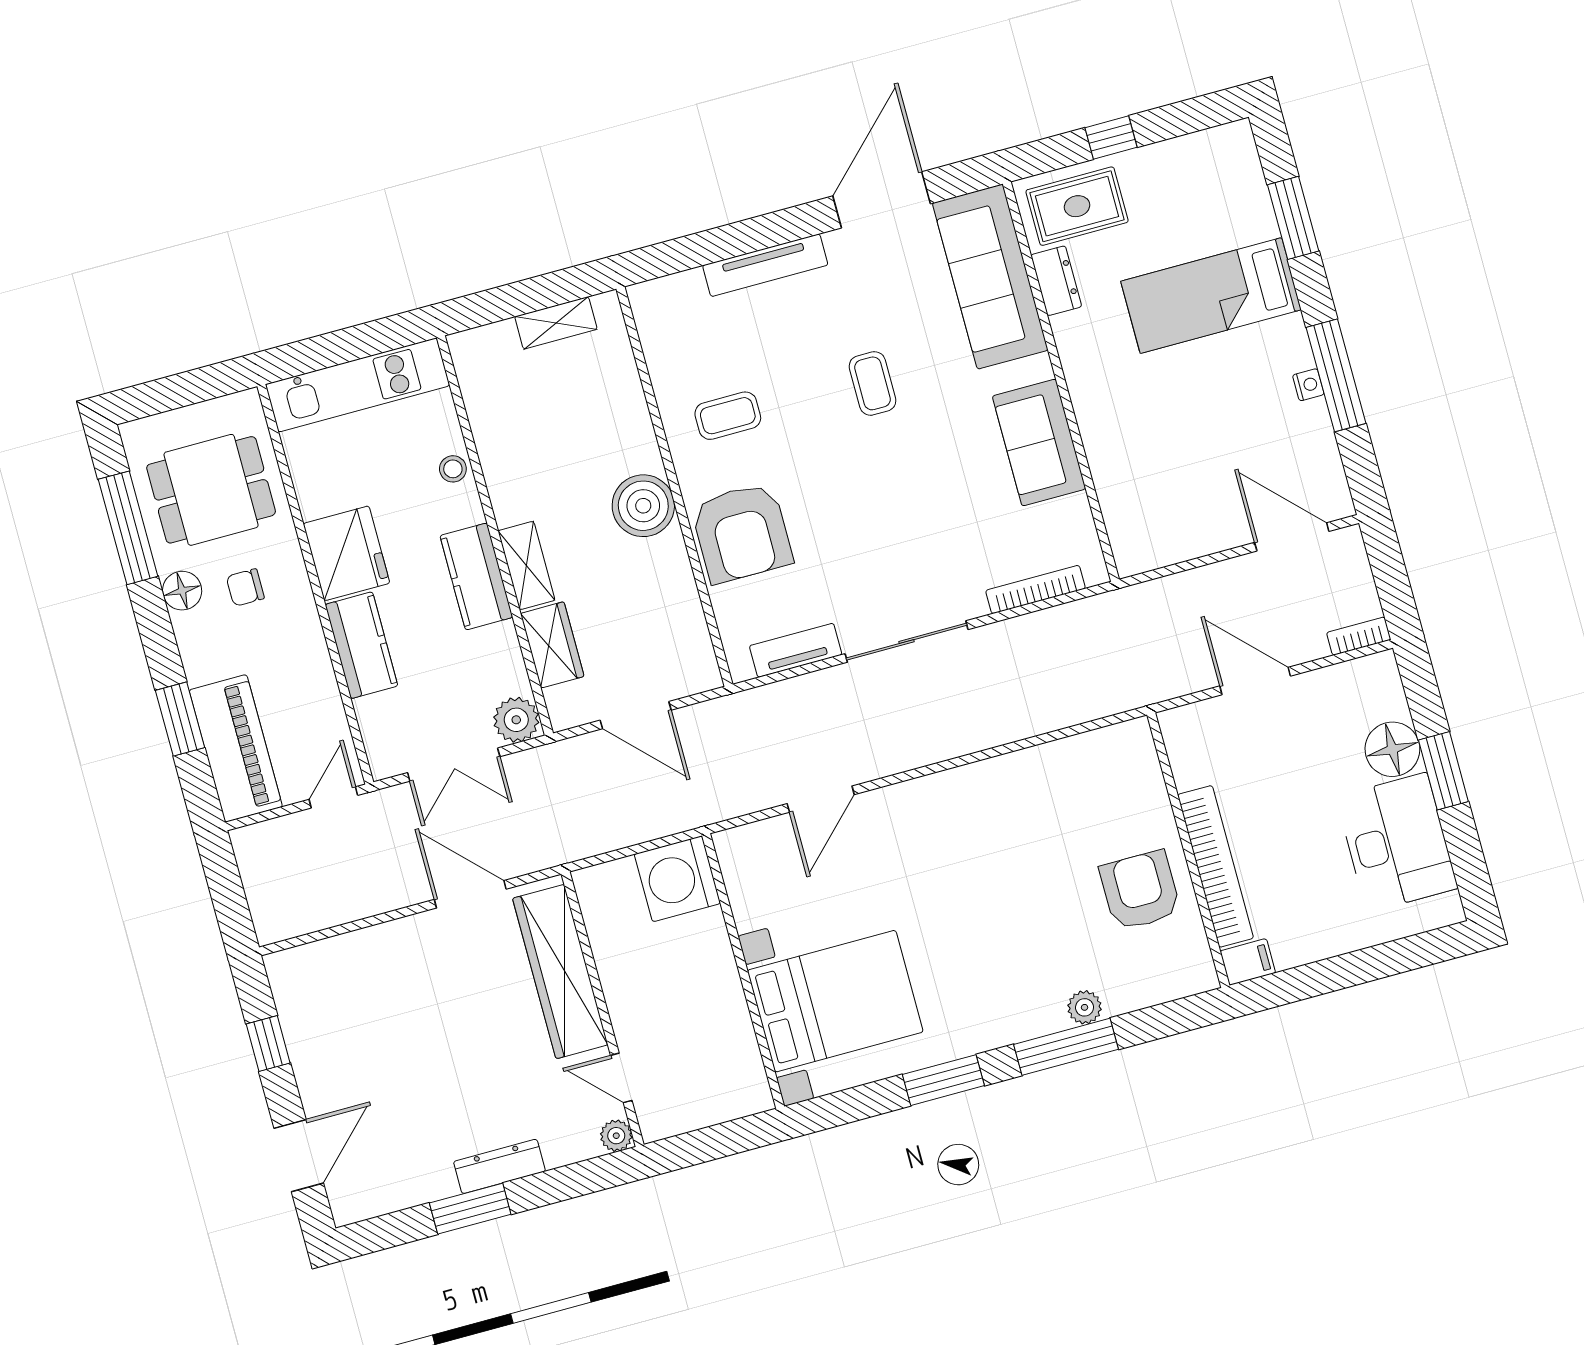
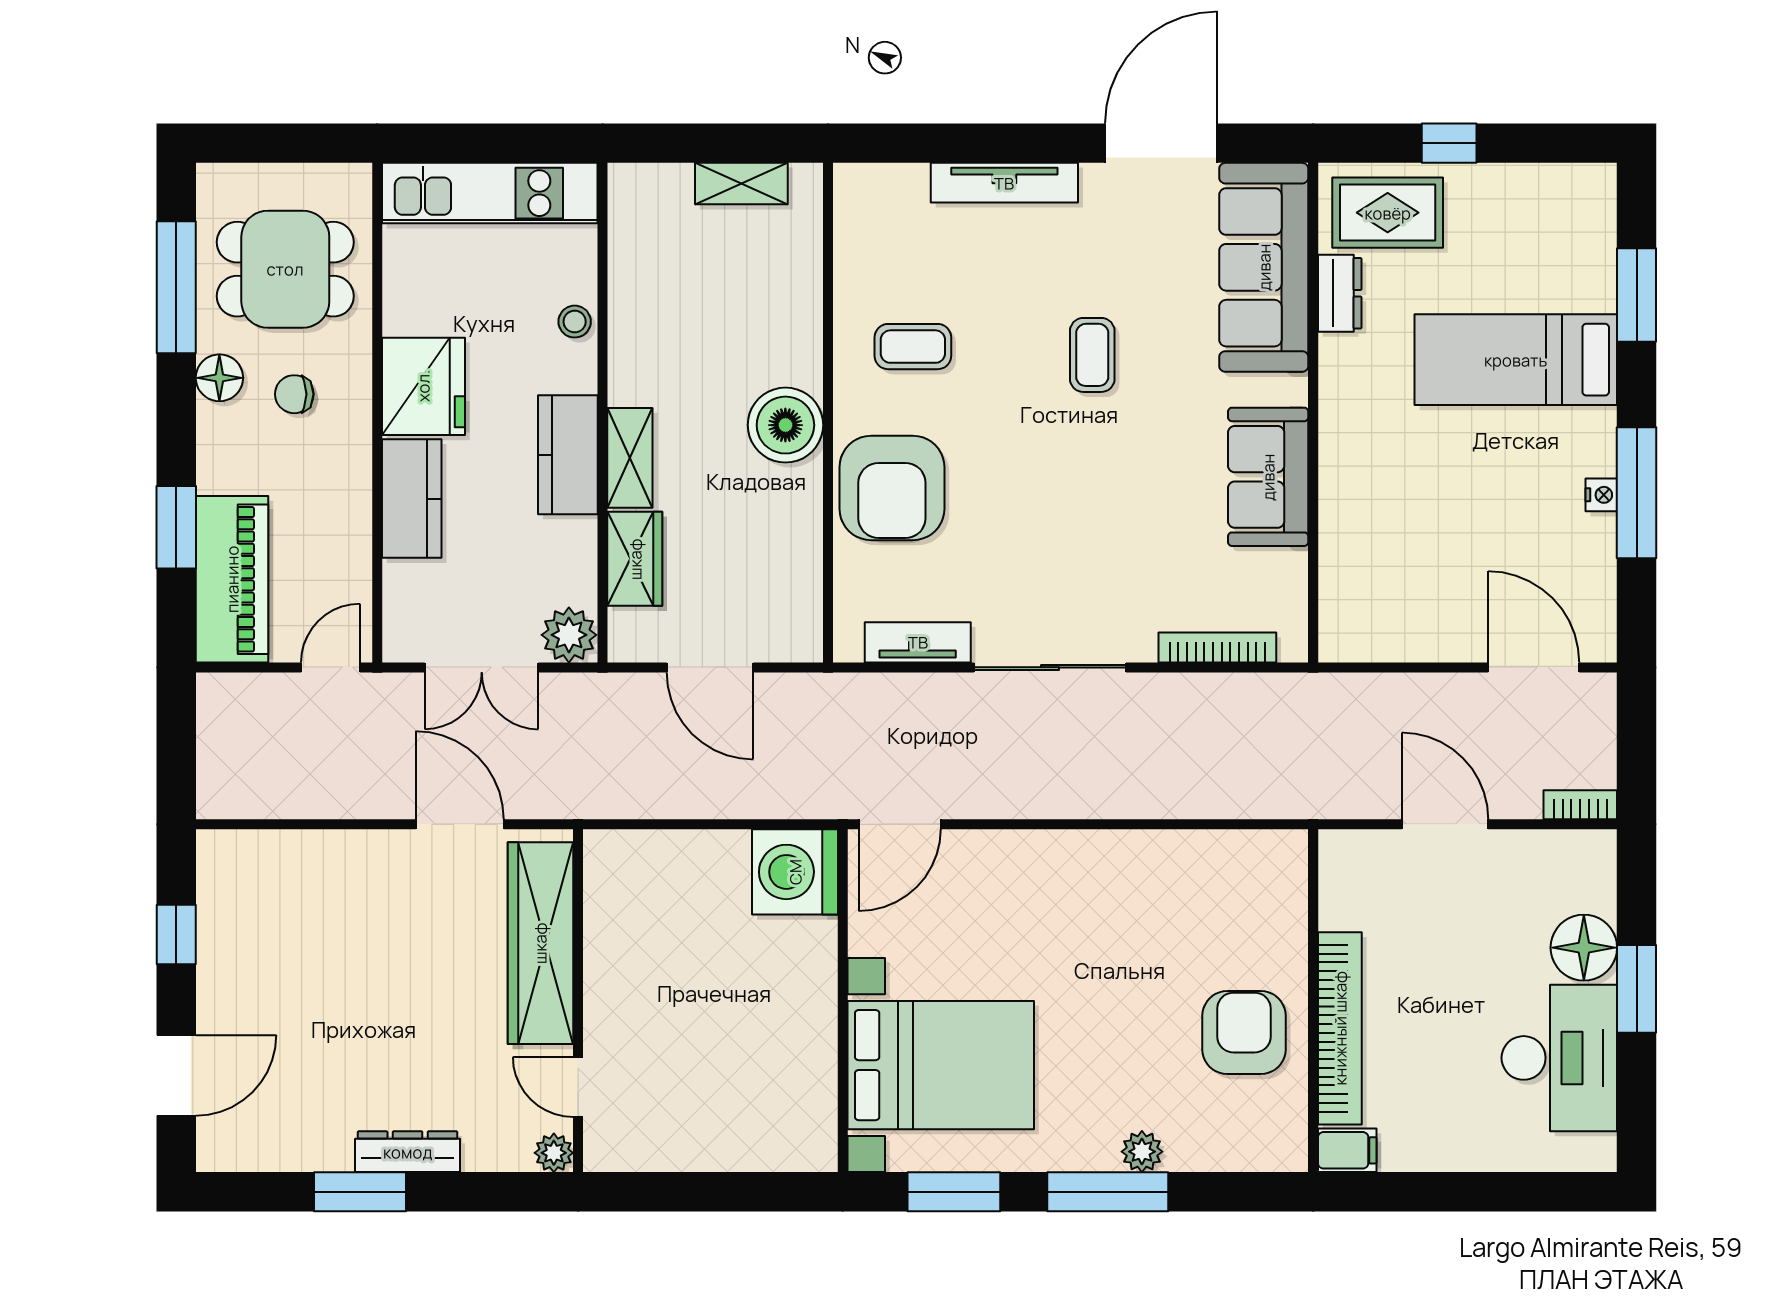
washing machine: (677, 879) -> (795, 872), moved
wall: (743, 971) -> (843, 1001), moved
bed with nightstands: (835, 1001) -> (941, 1065), moved

